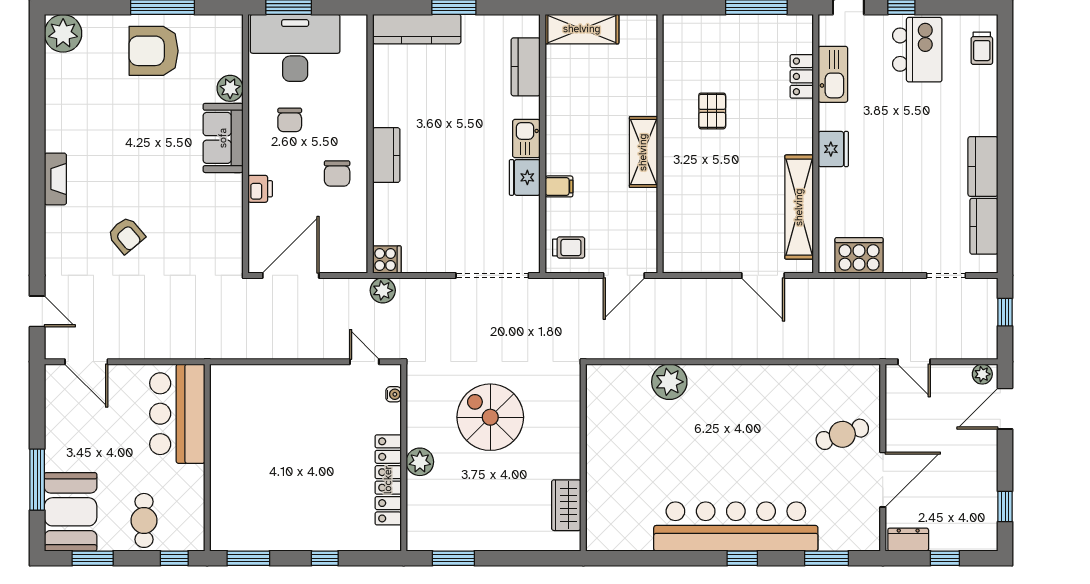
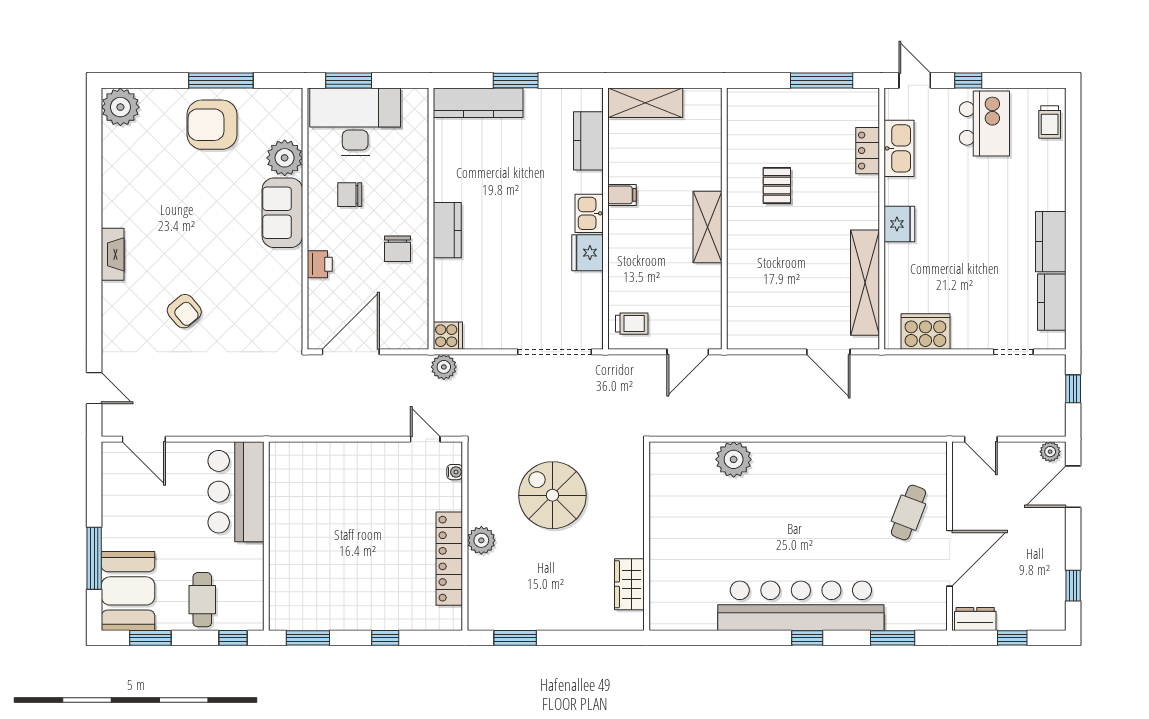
plant: (230, 88) -> (285, 158), width x1.36, depth x1.36
chair: (290, 120) -> (350, 195), turned 90
filing cabinet: (559, 186) -> (622, 195), moved
cafe table: (842, 434) -> (909, 513), turned -50

